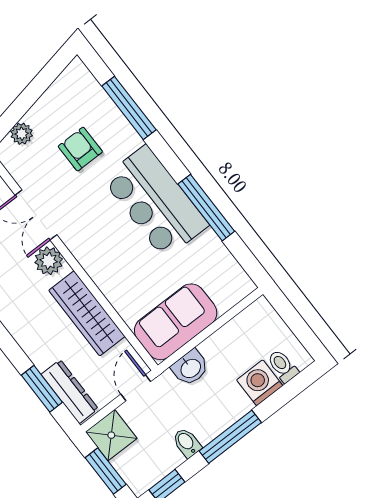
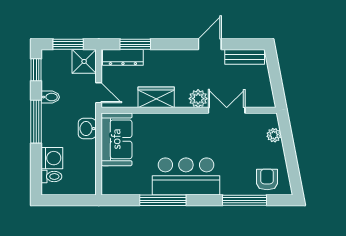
armchair: (80, 149) -> (267, 179), moved, turned -90
wardrobe: (87, 313) -> (156, 97), width x0.67

